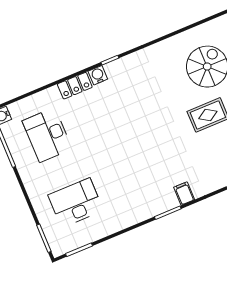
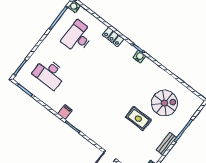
water cooler: (98, 75) -> (139, 57), moved
filing cabinet: (184, 193) -> (65, 112), moved
desk: (76, 203) -> (49, 74), turned 180

